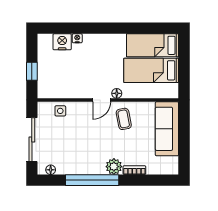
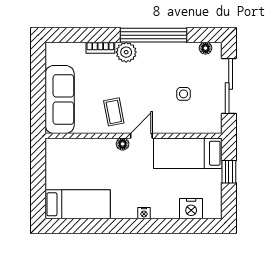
nightstand: (77, 38) -> (144, 213), moved
bed: (151, 70) -> (188, 153), moved, turned 180
side table: (60, 111) -> (184, 94), moved

